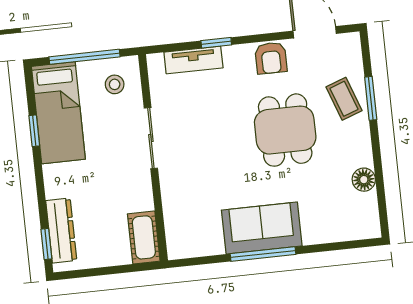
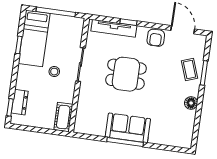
tv unit: (193, 60) -> (114, 28), width x1.41
stool: (115, 84) -> (54, 72), moved
dining table: (285, 130) -> (126, 74), moved, turned 90
floor lamp: (364, 180) -> (191, 103), moved
dresser: (61, 231) -> (20, 102), width x0.70

